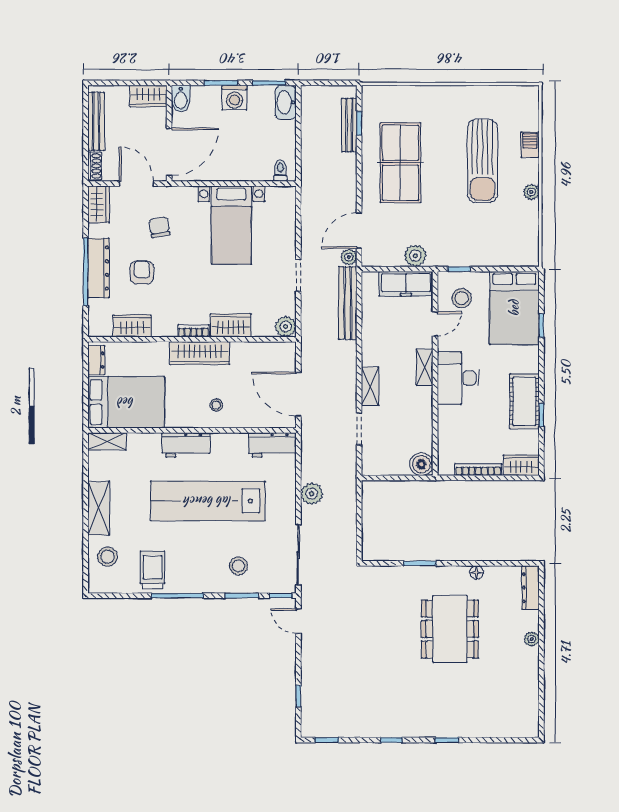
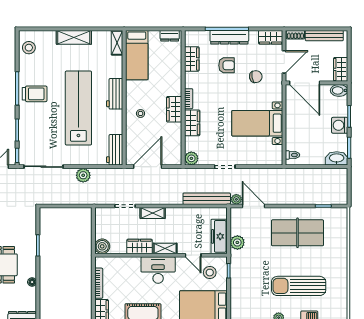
bench: (349, 125) -> (322, 200), removed
wardrobe: (200, 353) -> (174, 109), width x0.67
bed: (126, 402) -> (137, 55), width x0.67
wardrobe: (421, 407) -> (140, 246), added
stool: (108, 557) -> (29, 48), moved
stool: (238, 566) -> (36, 128), removed
trolley: (153, 570) -> (35, 94), moved

